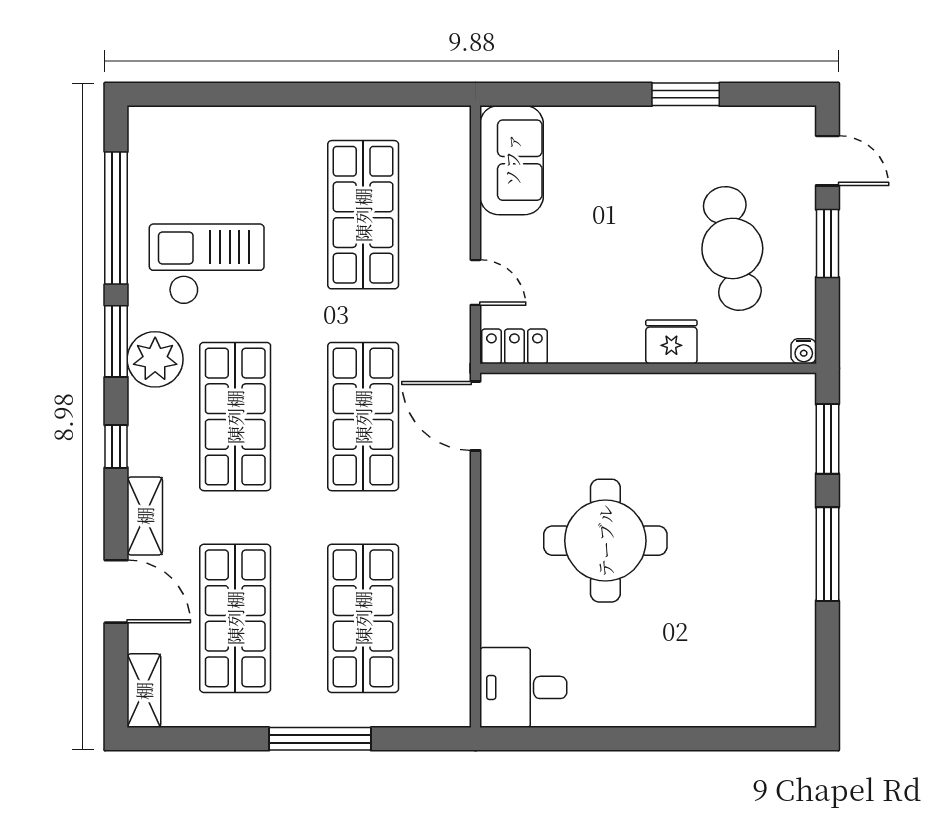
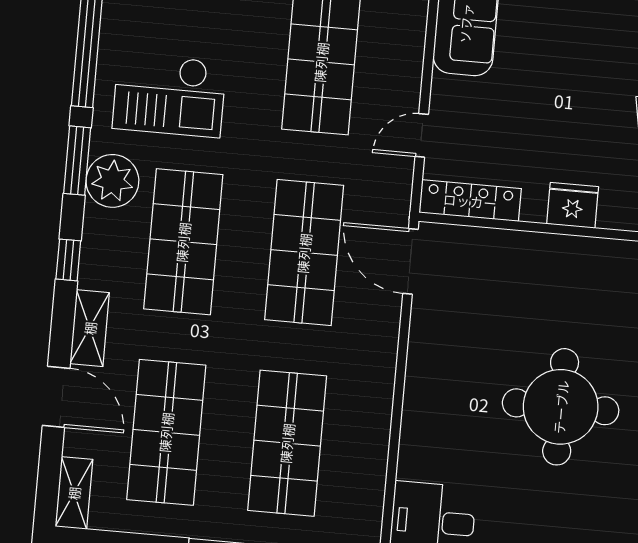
checkout: (207, 264) -> (169, 95), turned 180
door: (476, 282) -> (422, 135), swing flipped
fridge: (671, 342) -> (573, 205), moved
locker: (514, 346) -> (470, 201), width x1.53
round table: (605, 541) -> (561, 407), moved

